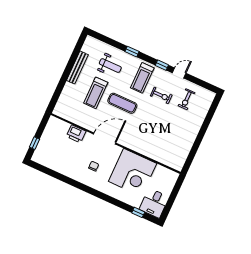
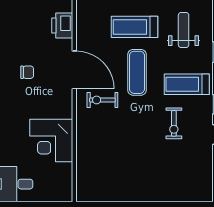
weight bench: (110, 66) -> (184, 30), turned 180
exercise bike: (187, 99) -> (102, 100), moved
corner desk: (133, 172) -> (51, 140), width x0.74, depth x0.74

